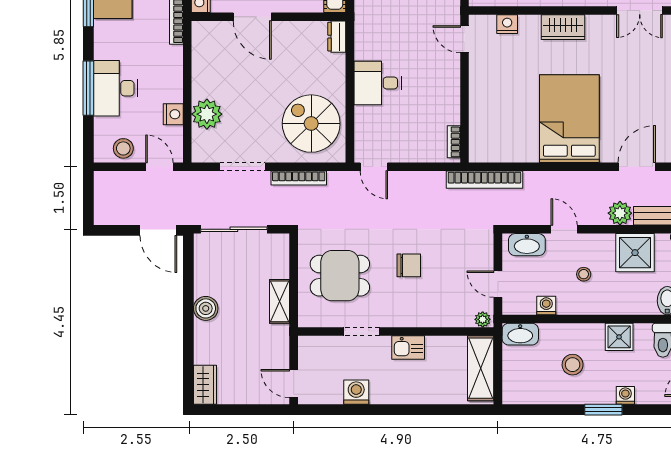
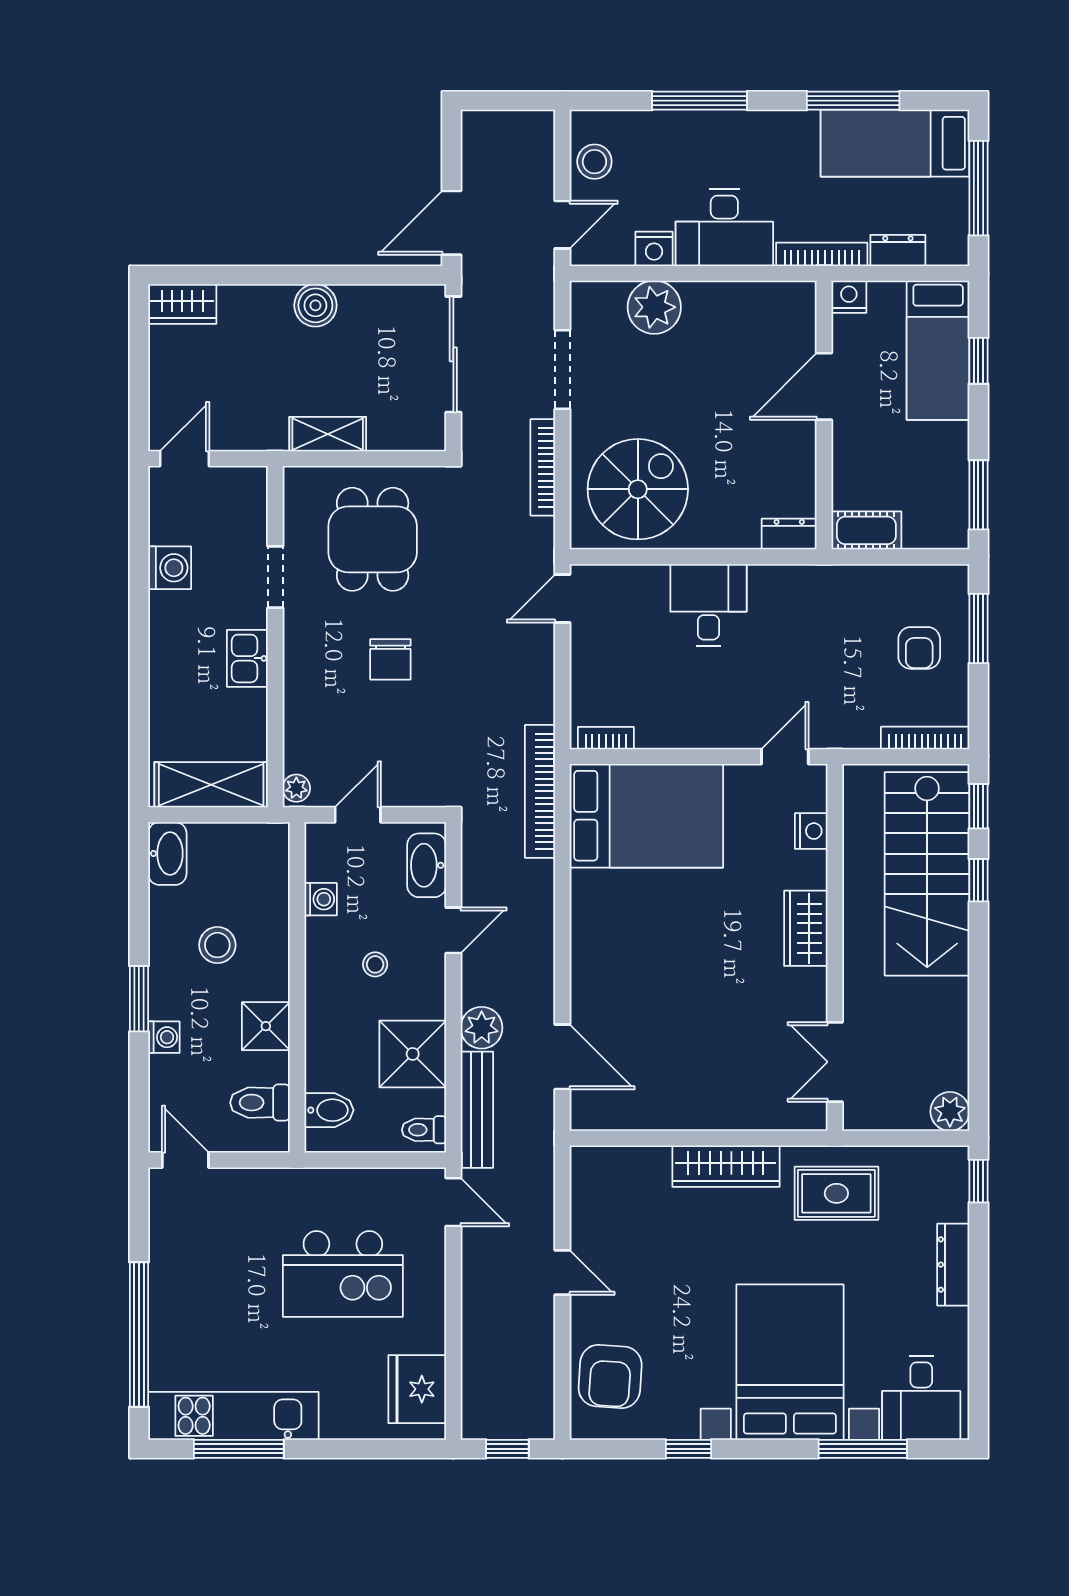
desk: (116, 88) -> (724, 228), moved, turned 180
bed: (569, 119) -> (646, 816), moved
washbasin: (520, 334) -> (167, 854), moved, turned 180

